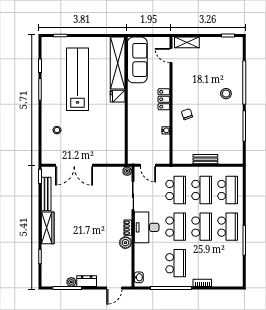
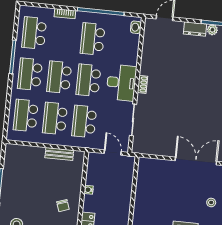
bench: (205, 159) -> (59, 154), moved
plant: (127, 171) -> (137, 148), removed
plant: (125, 243) -> (147, 68), removed
school desk: (228, 263) -> (34, 33), added

